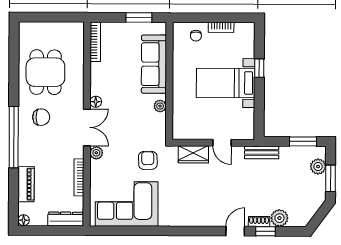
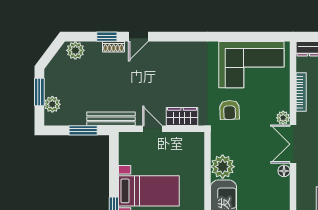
plant: (160, 106) -> (223, 167), width x1.87, depth x1.87
window: (303, 141) -> (83, 130), moved
bench: (262, 152) -> (111, 119), width x1.36
plant: (279, 218) -> (75, 50), moved

